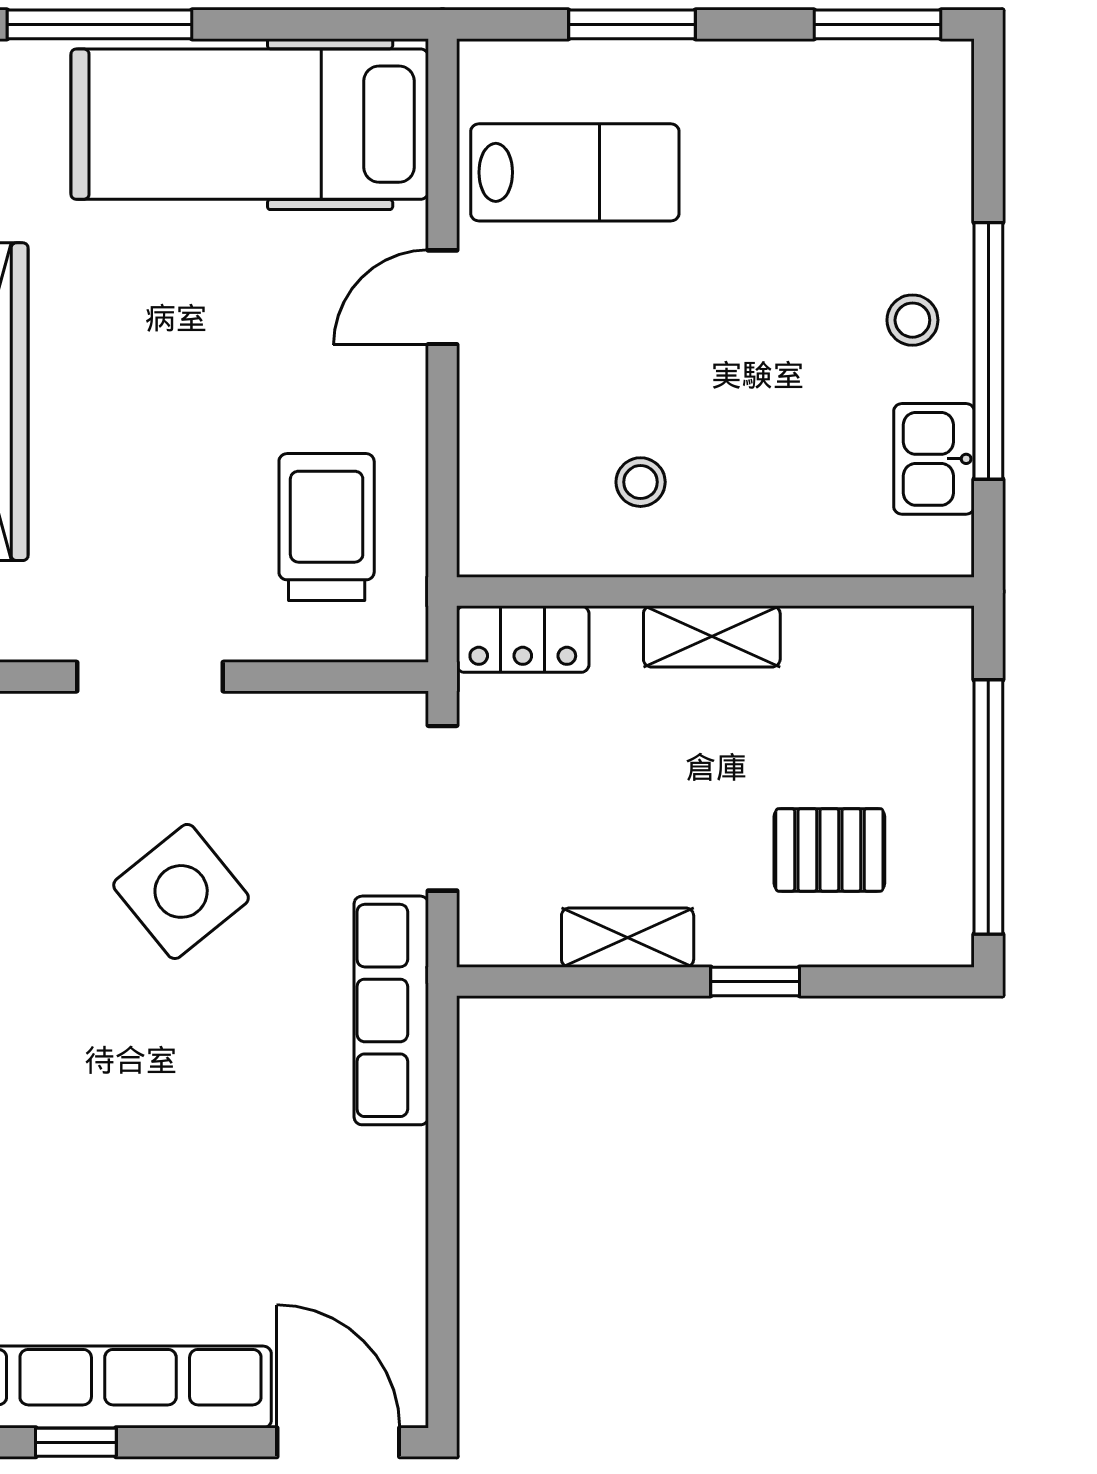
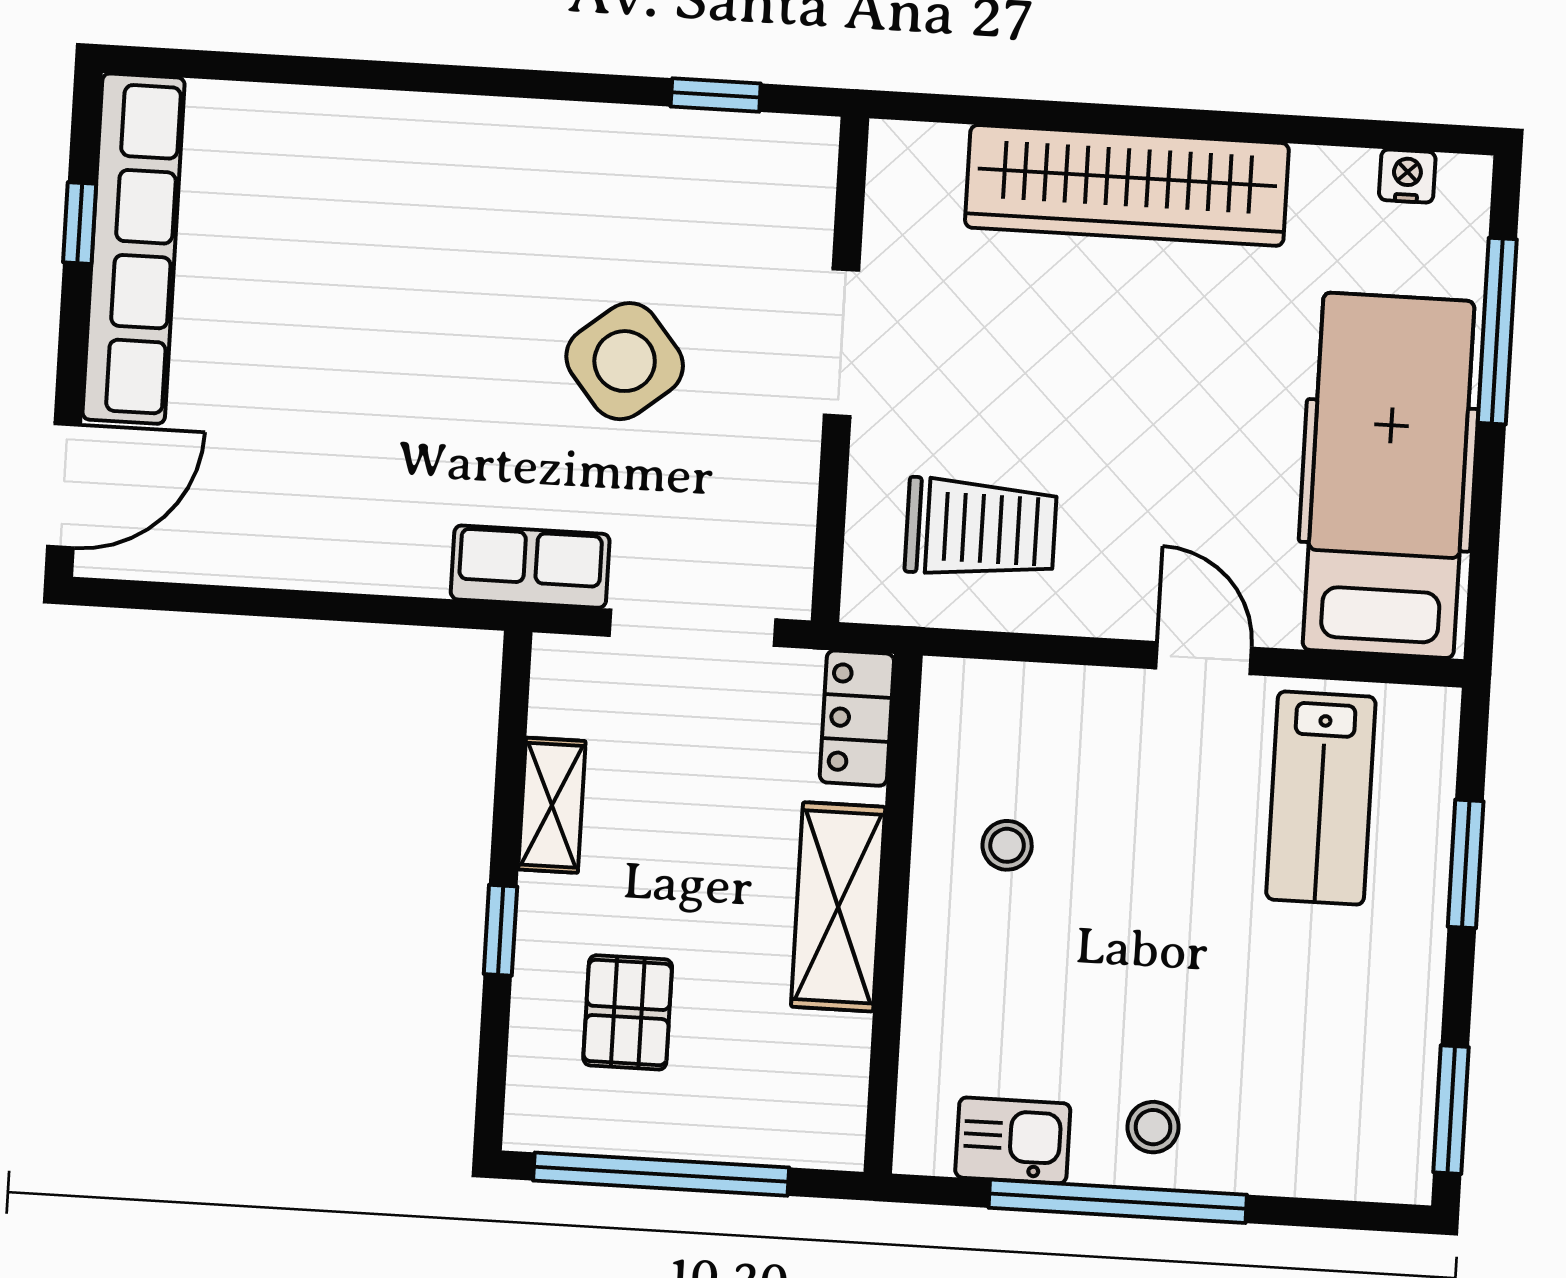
shelving: (712, 636) -> (838, 907), width x1.50, depth x1.33
row of seats: (391, 1010) -> (530, 567), width x0.68

